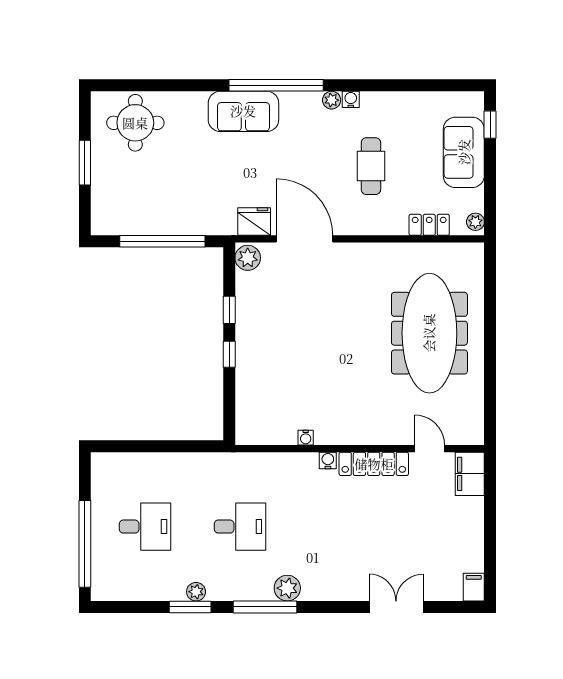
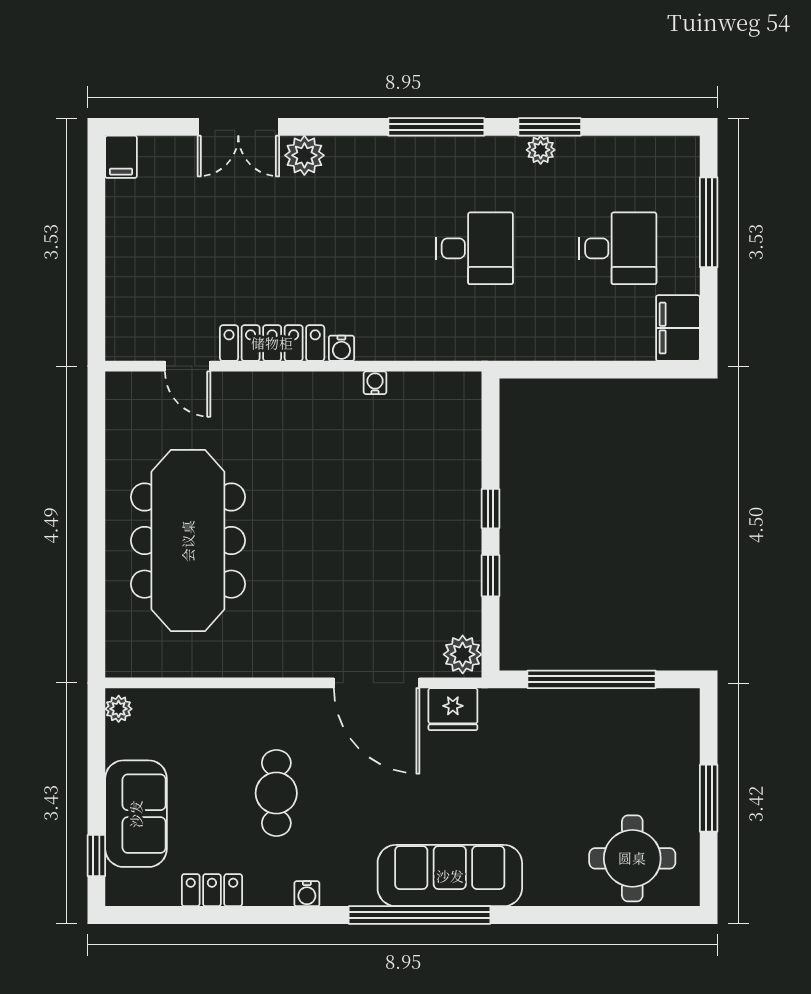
plant: (332, 100) -> (336, 893), removed
sofa: (243, 111) -> (450, 876), width x1.36
locker: (429, 225) -> (212, 890), moved, turned 180
filing cabinet: (470, 474) -> (678, 328), moved, turned 180
desk: (145, 527) -> (618, 248), turned 180
desk: (240, 527) -> (474, 248), turned 180
window: (85, 544) -> (709, 222), width x0.68
plant: (287, 588) -> (304, 155), moved

